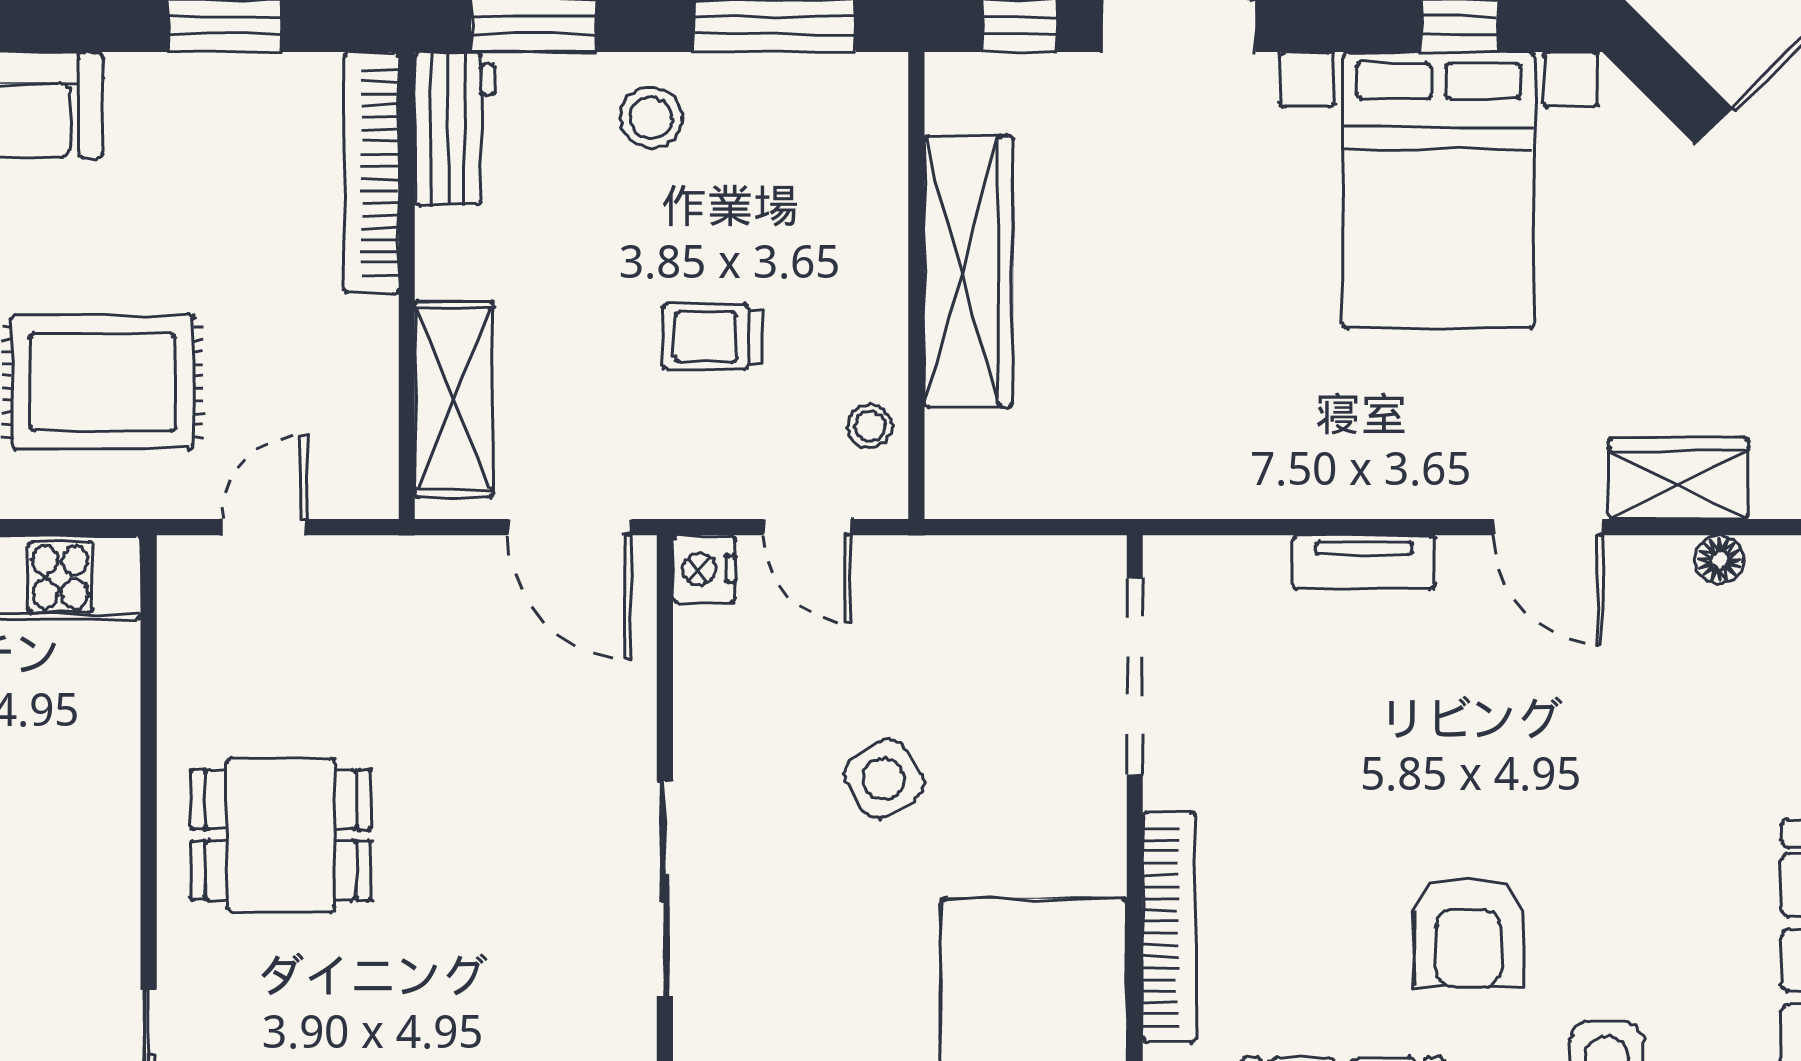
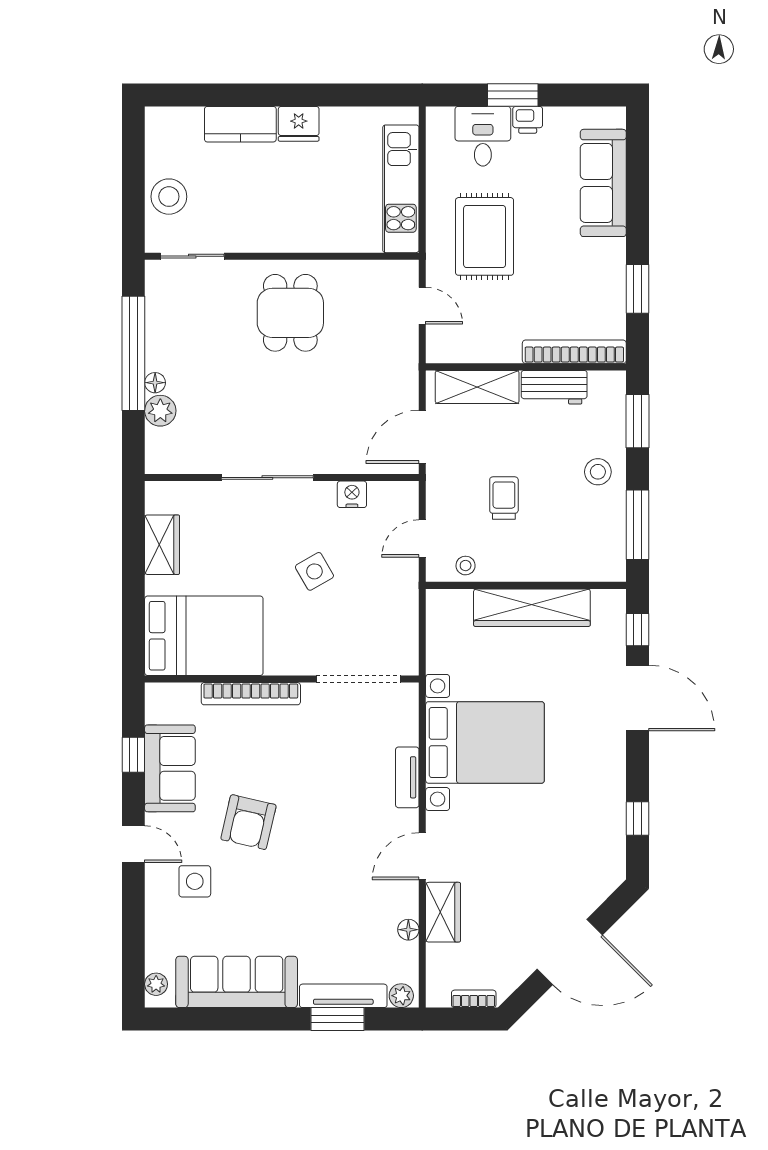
workbench: (454, 129) -> (554, 387), moved
bed with nightstands: (1439, 190) -> (485, 742), moved, turned 180
nightstand: (704, 569) -> (352, 494), moved
armchair: (1468, 933) -> (248, 822), turned -77

